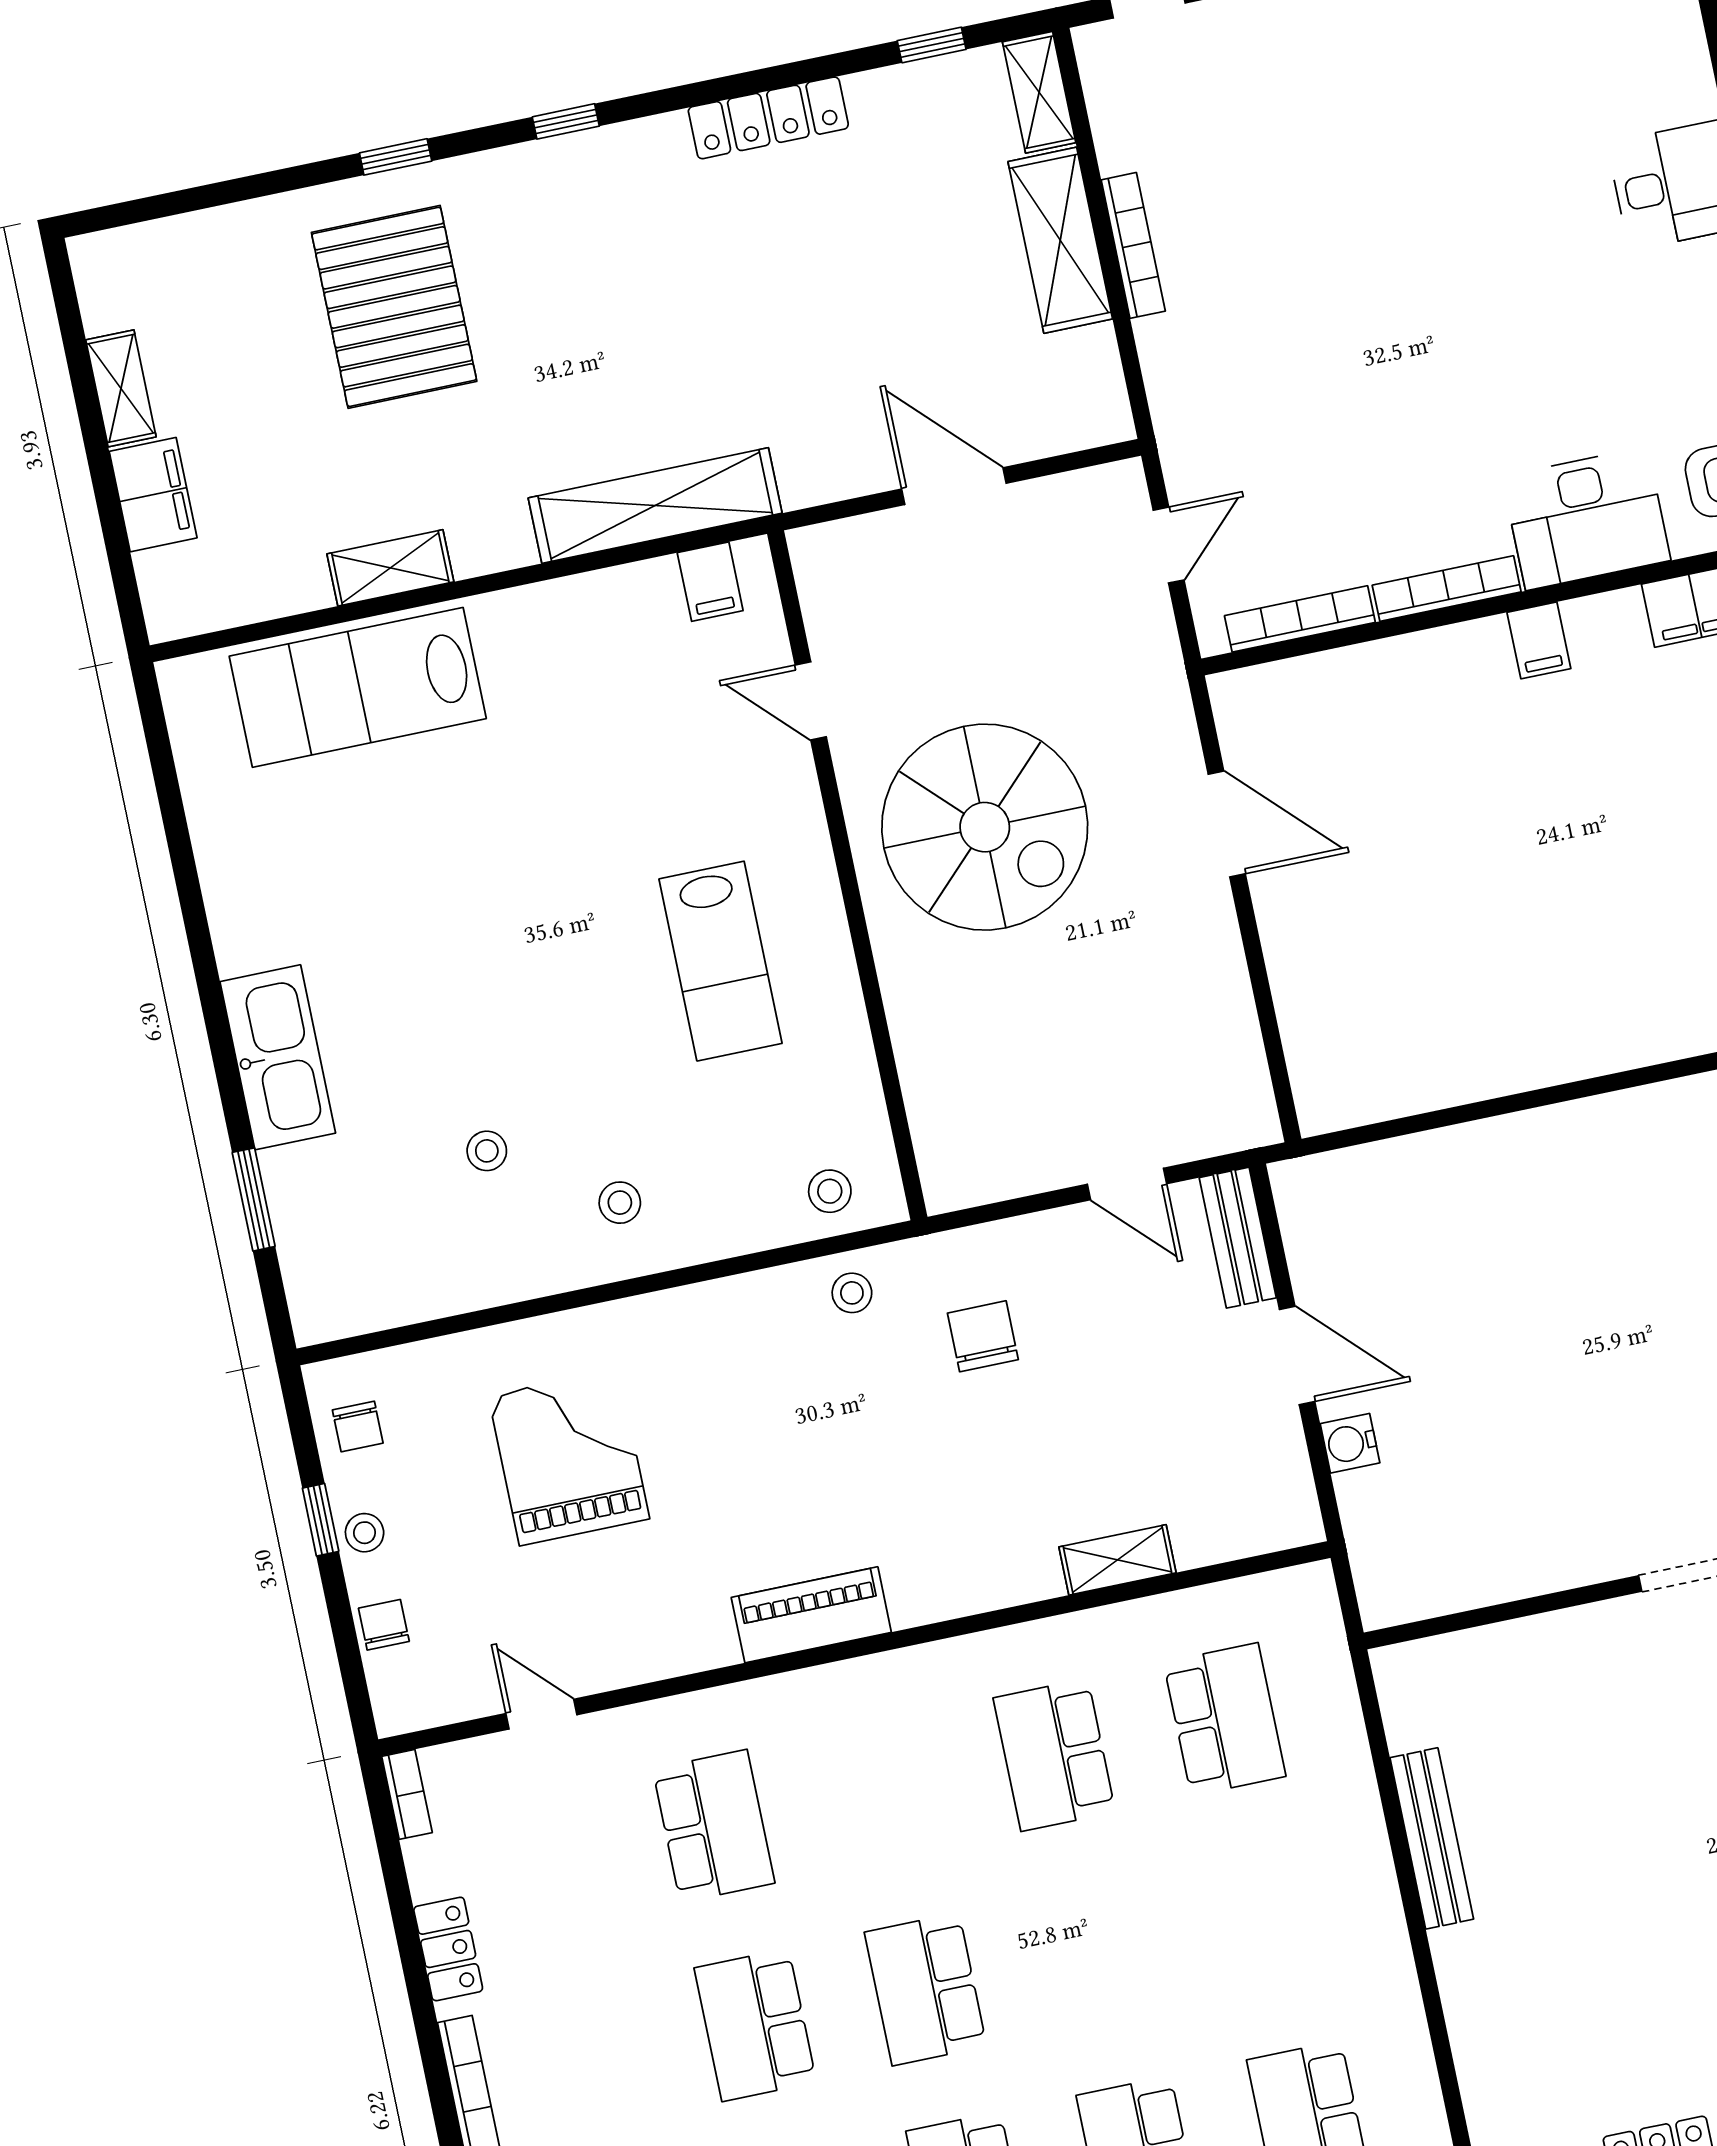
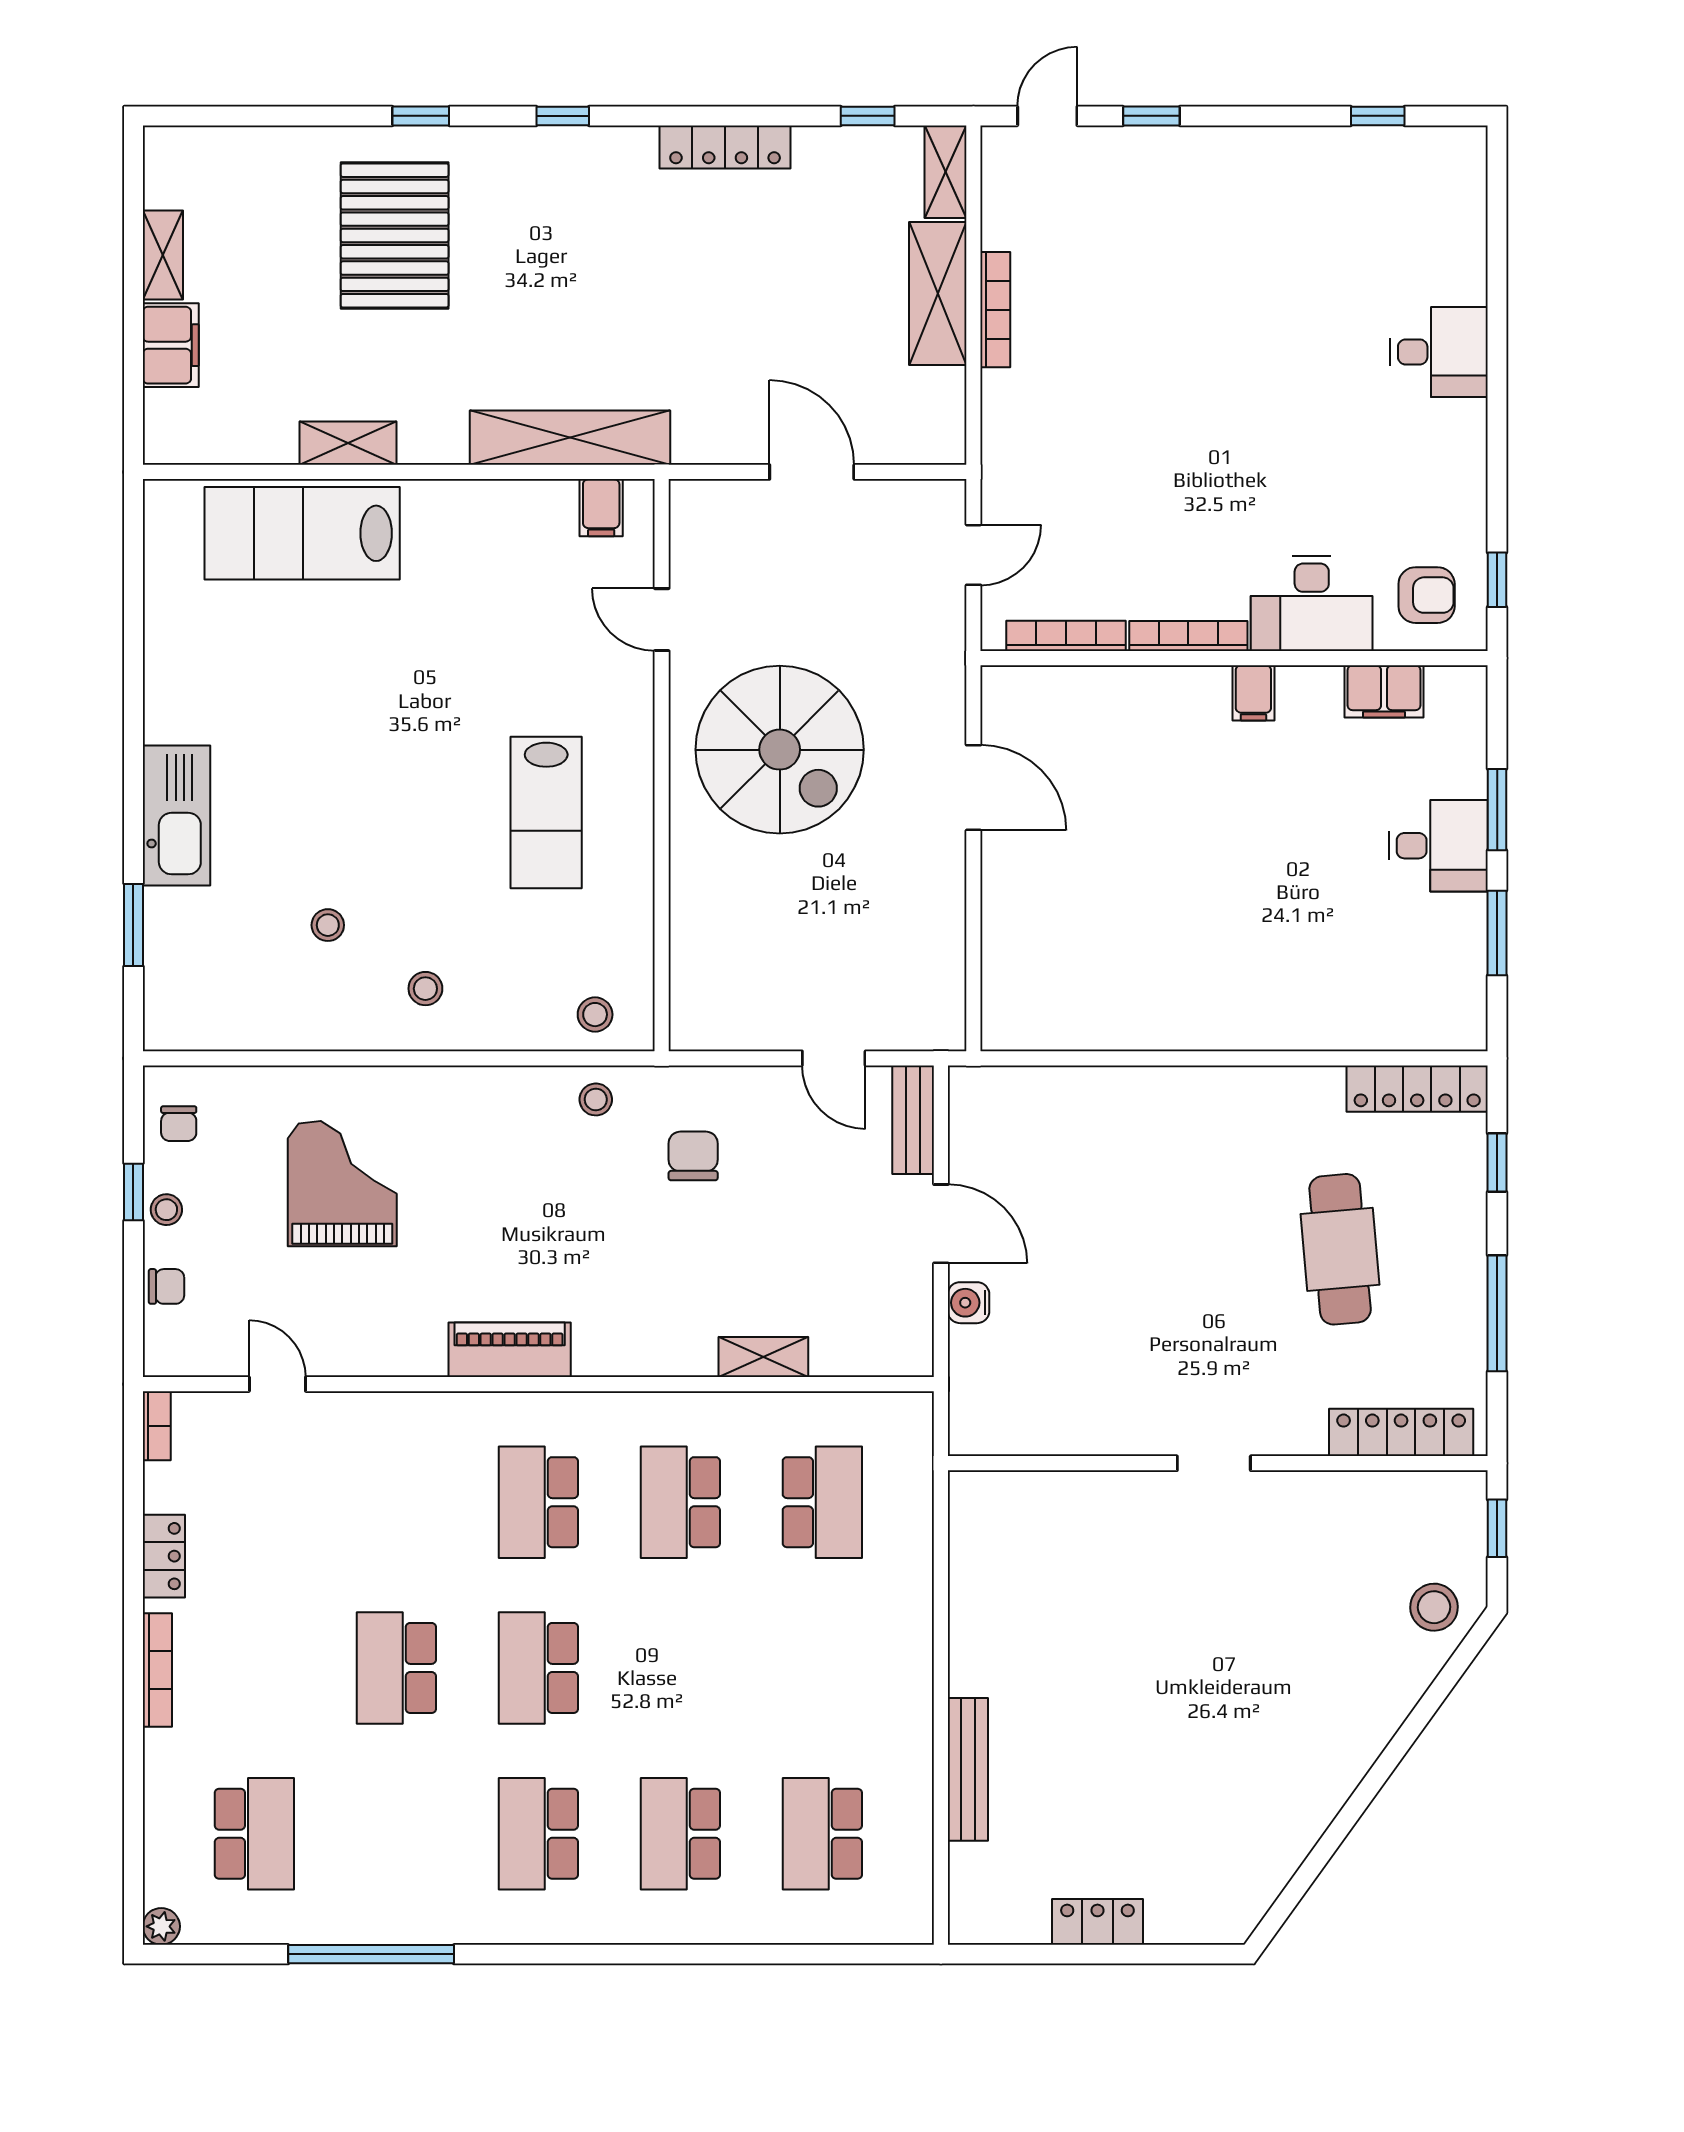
chair: (384, 1625) -> (166, 1286), turned 90
school desk: (714, 1826) -> (538, 1502), moved, turned 180
bench: (1432, 1838) -> (968, 1769), moved

